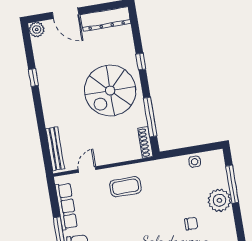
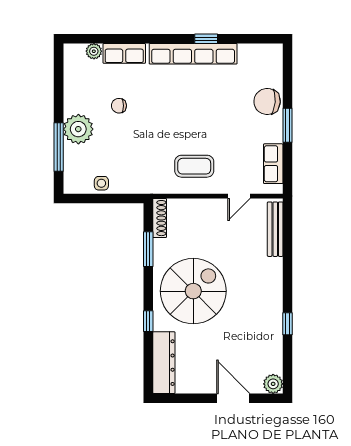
dresser: (106, 19) -> (164, 363), moved, turned 90
window: (150, 117) -> (148, 249), width x0.69
row of seats: (66, 206) -> (273, 164), width x0.68

